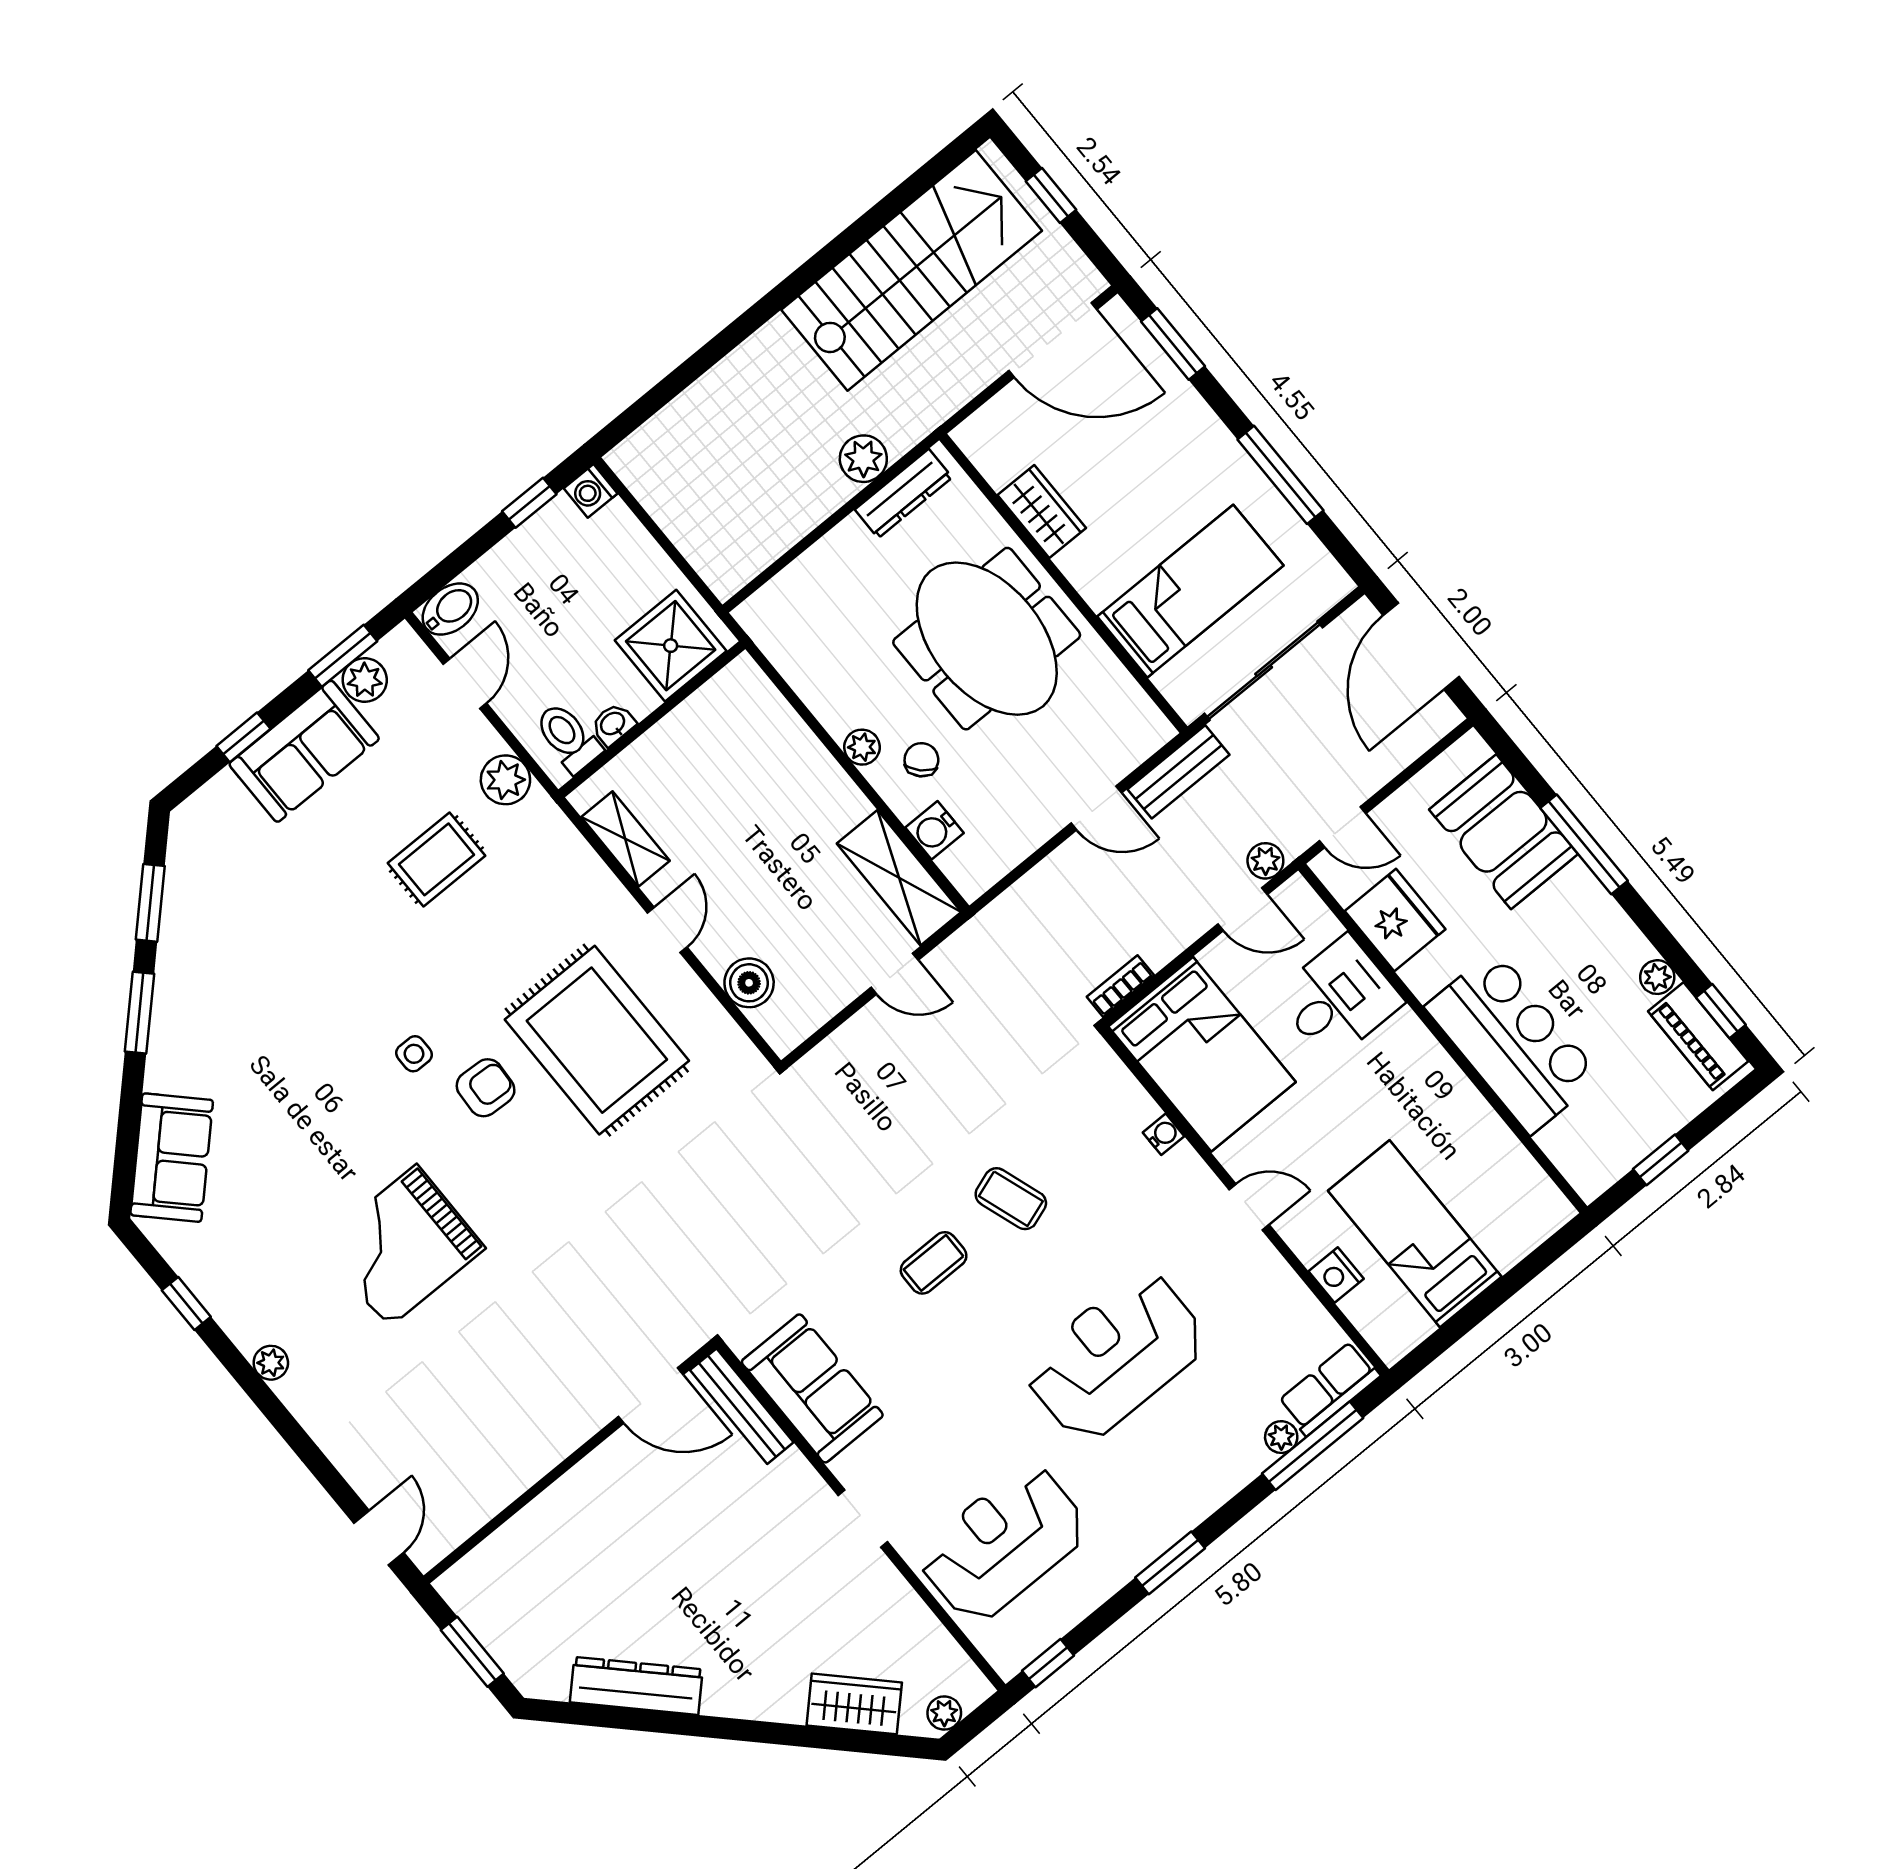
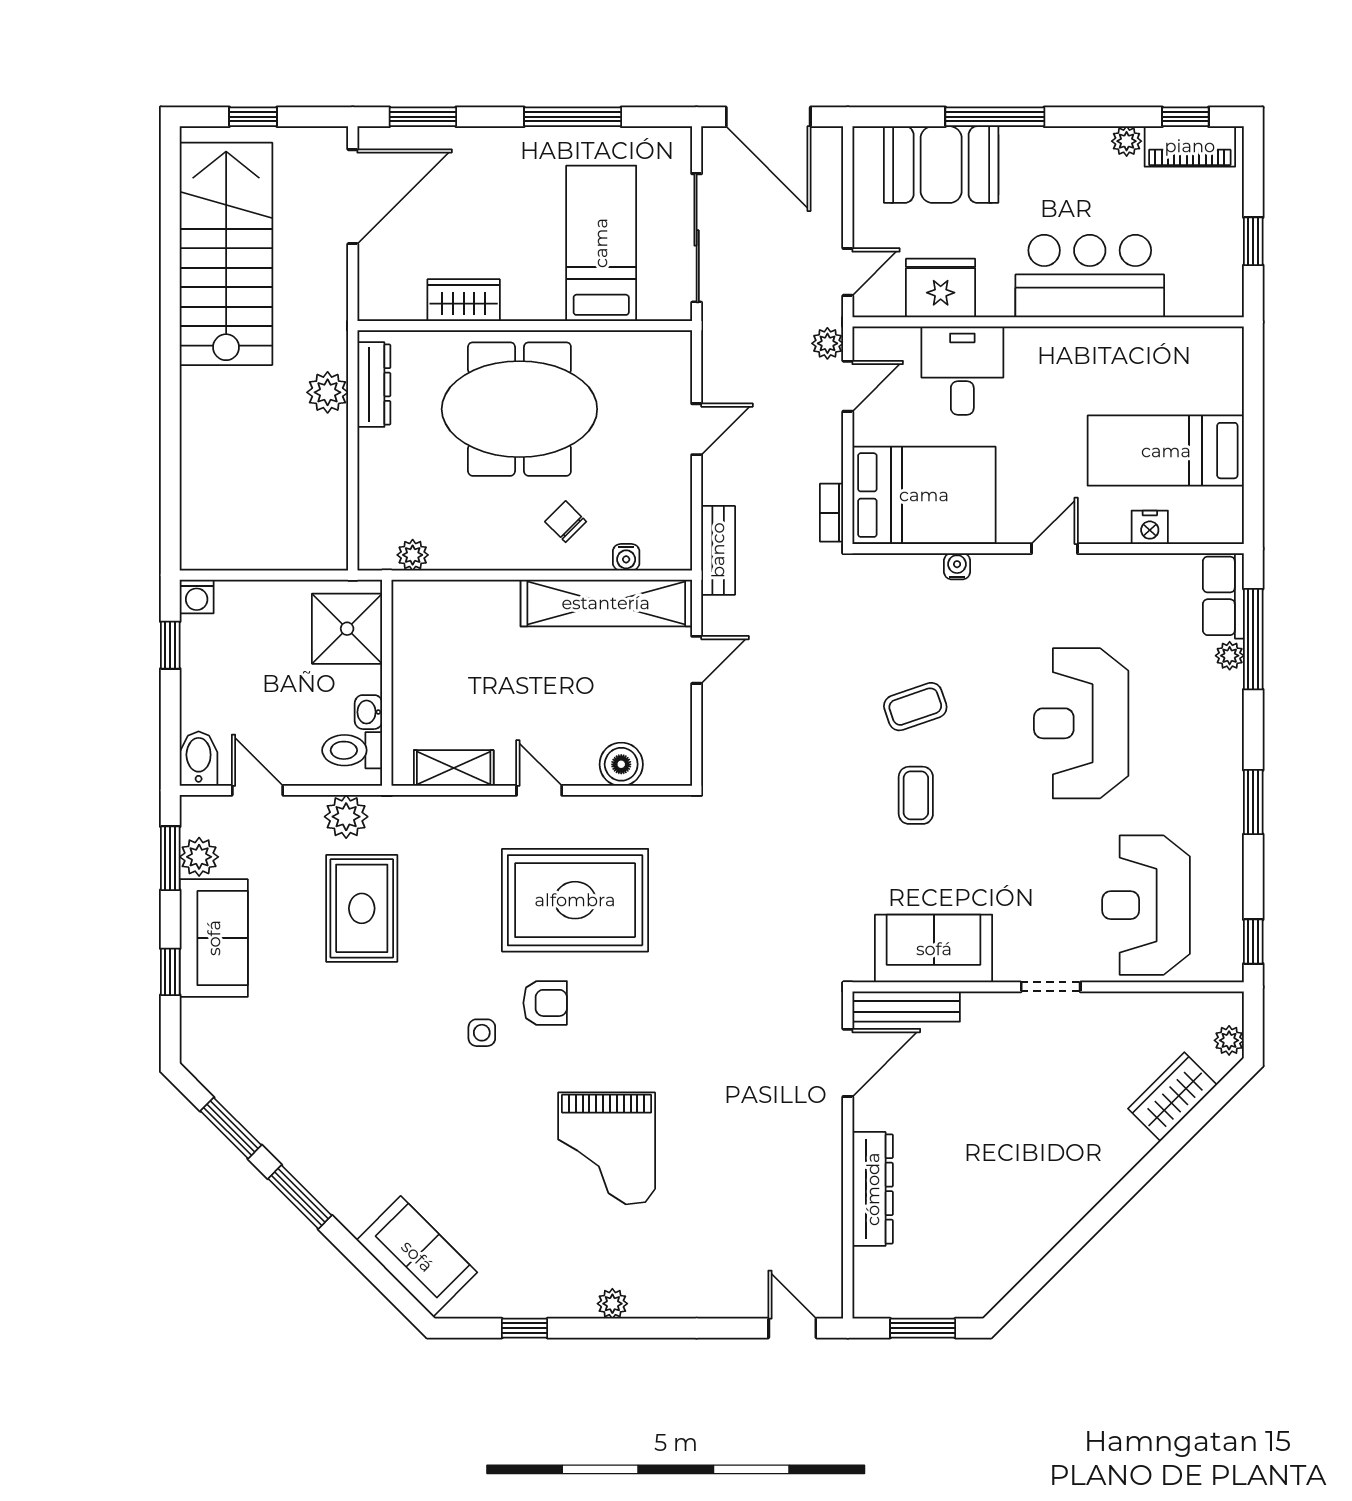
plant: (862, 747) -> (413, 555), moved
bench: (1179, 772) -> (718, 550), moved
water cooler: (934, 830) -> (626, 557), width x0.72, depth x0.72
rug: (436, 859) -> (362, 908), width x1.36, depth x1.43
shelving: (899, 878) -> (606, 603), width x1.47
armchair: (486, 1088) -> (545, 1003), turned 87
dresser: (636, 1686) -> (873, 1189), moved, turned 135

